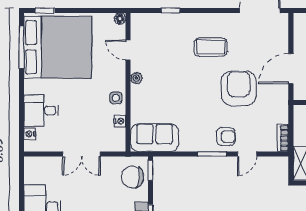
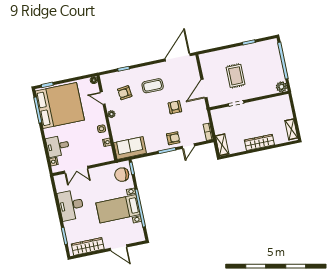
armchair: (164, 49) -> (125, 93), added
armchair: (239, 88) -> (175, 107), width x0.53, depth x0.53
double door: (82, 154) -> (76, 170), moved

